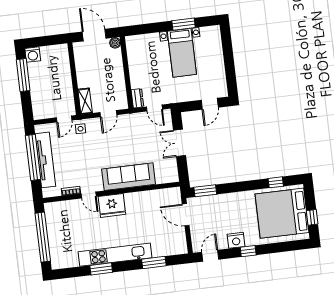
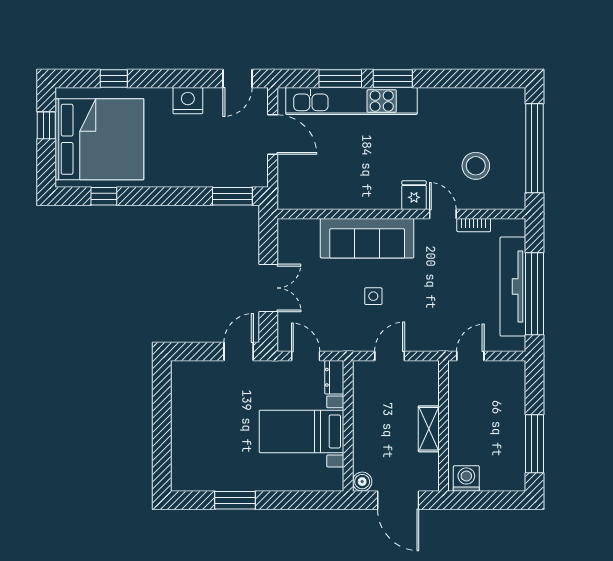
bed with nightstands: (182, 53) -> (302, 431), moved, turned -90
washing machine: (33, 55) -> (466, 479), moved
shelving: (85, 101) -> (429, 429), moved
door: (210, 104) -> (239, 352), moved
side table: (80, 129) -> (373, 296), moved
fridge: (112, 205) -> (414, 195), width x0.53, depth x0.75
door: (186, 215) -> (273, 134), moved
stool: (74, 224) -> (476, 166), added
window: (248, 251) -> (114, 79), moved
kitchen unit: (115, 255) -> (351, 101), moved
window: (101, 269) -> (393, 79), moved

